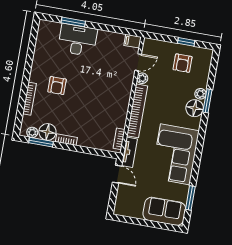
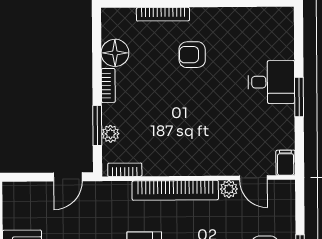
window: (73, 22) -> (299, 97), moved
desk: (78, 40) -> (271, 82), width x0.73
plant: (32, 132) -> (110, 134), moved
window: (41, 142) -> (97, 126), moved
tv unit: (129, 152) -> (107, 190), removed

